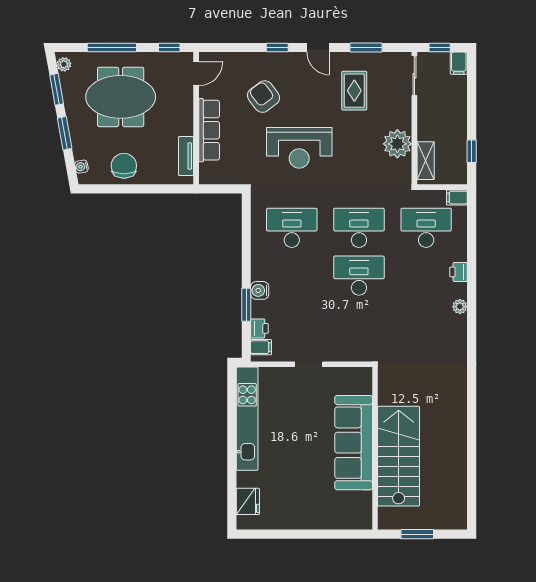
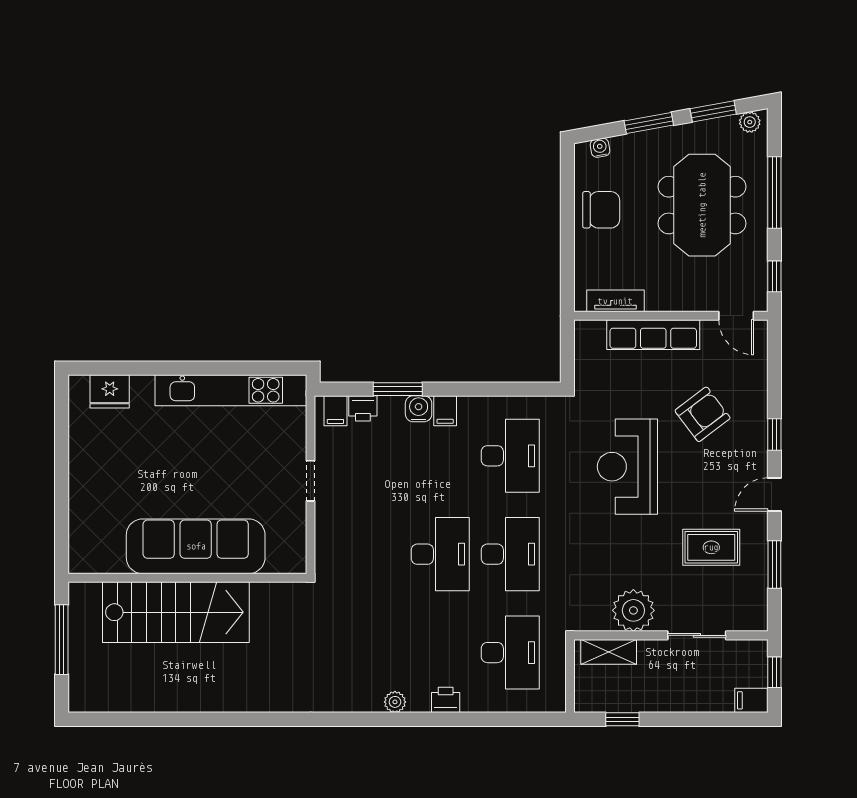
sliding door: (414, 76) -> (697, 635), moved
filing cabinet: (457, 198) -> (445, 411), moved, turned 180
window: (417, 534) -> (62, 640), width x1.44

